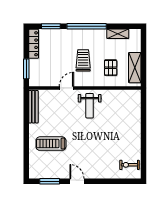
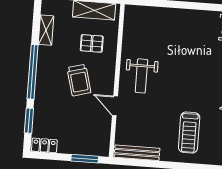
locker: (34, 44) -> (44, 145), width x0.66
trolley: (83, 60) -> (79, 80), turned -105
weight bench: (90, 106) -> (141, 76), turned 90

